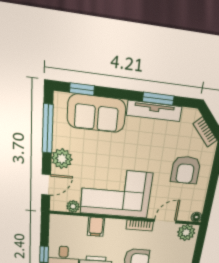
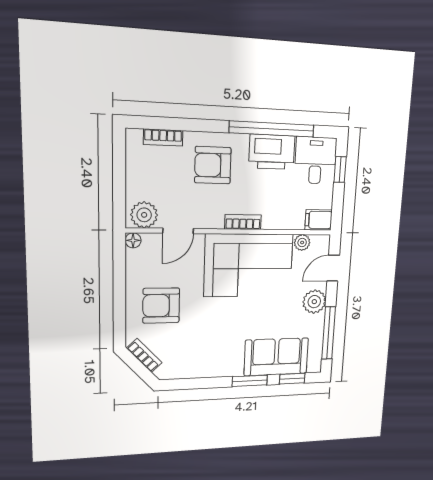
window: (158, 99) -> (250, 381), moved
tv unit: (154, 111) -> (211, 369), removed
armchair: (186, 170) -> (161, 306), turned -90
bookcase: (140, 225) -> (243, 222), moved
filing cabinet: (96, 227) -> (319, 220), moved, turned -90

